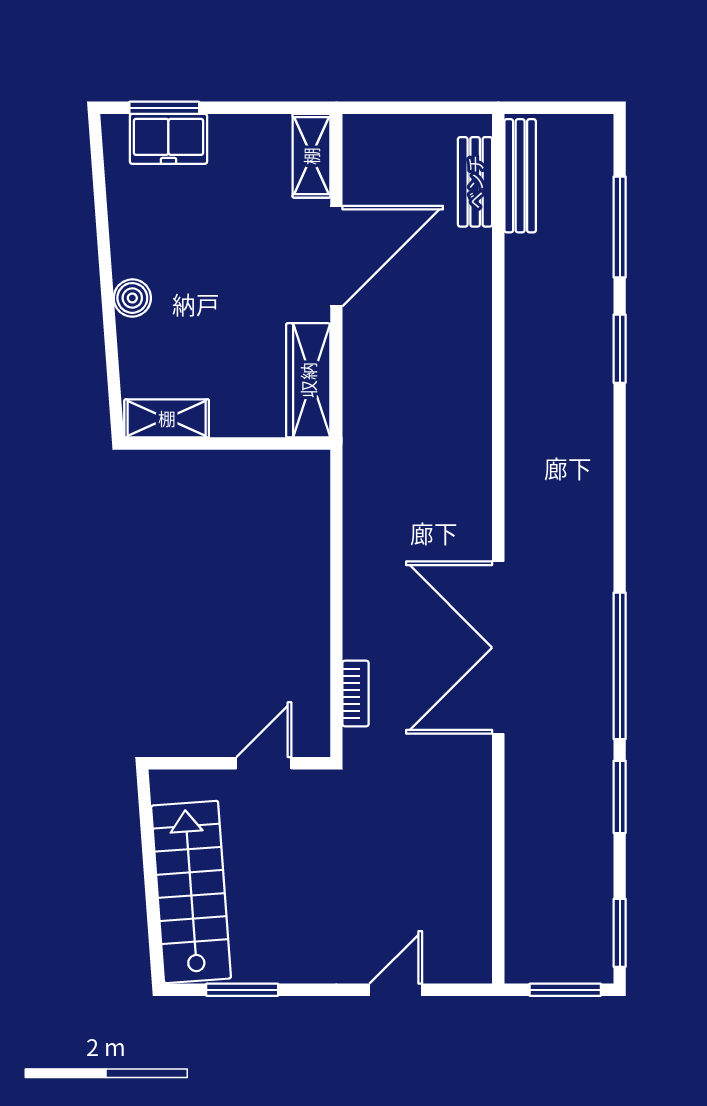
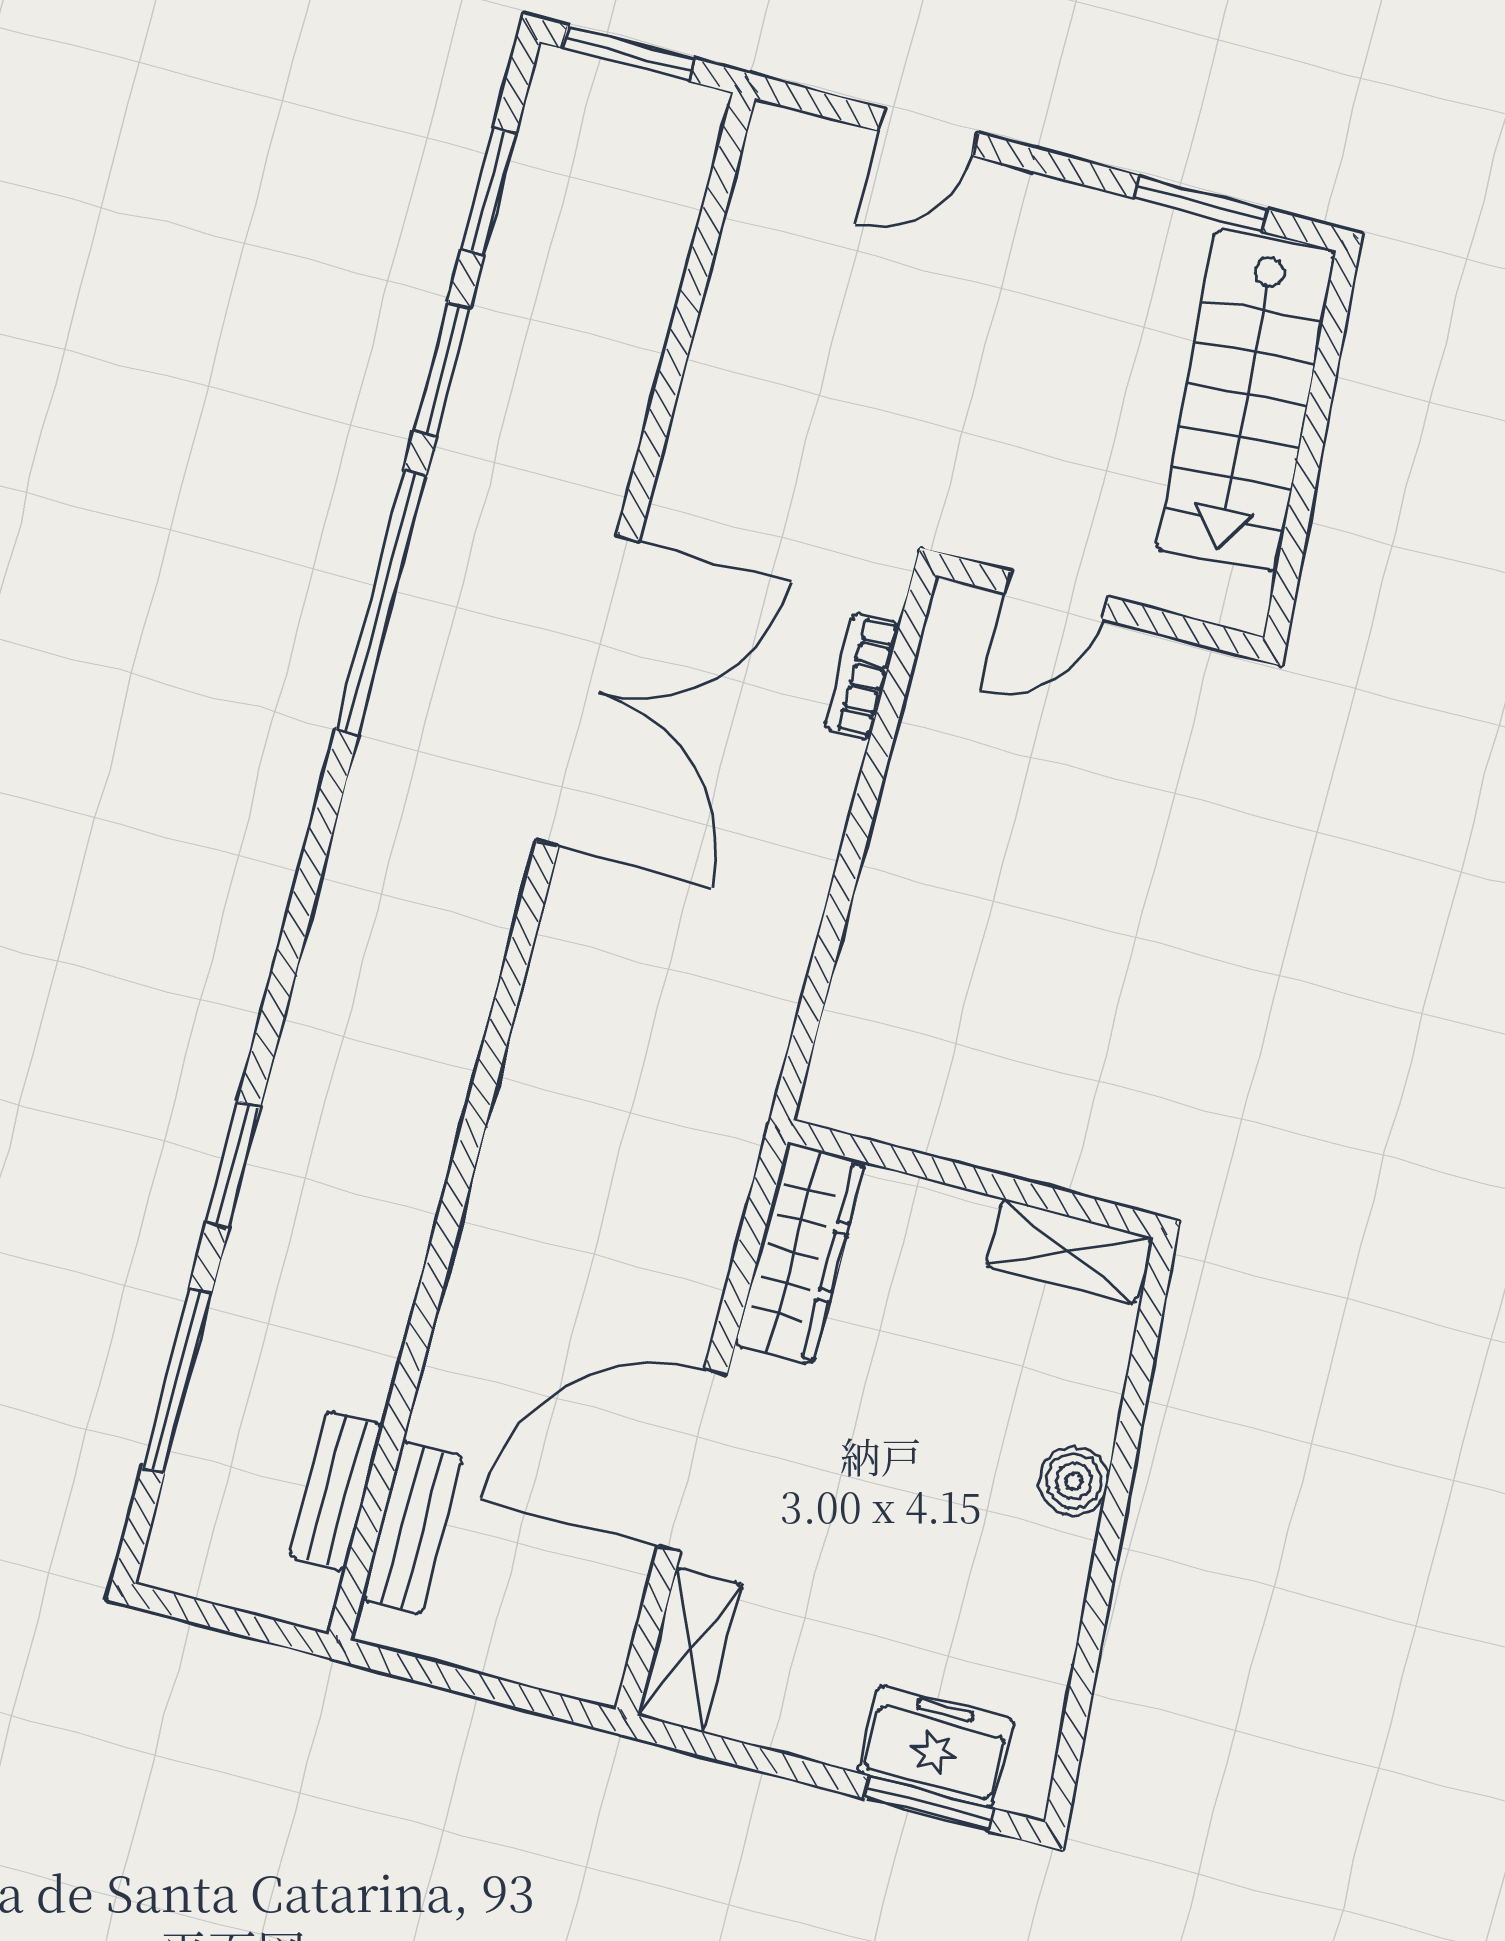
bench: (520, 176) -> (336, 1491), width x0.73
window: (620, 933) -> (489, 191), moved

